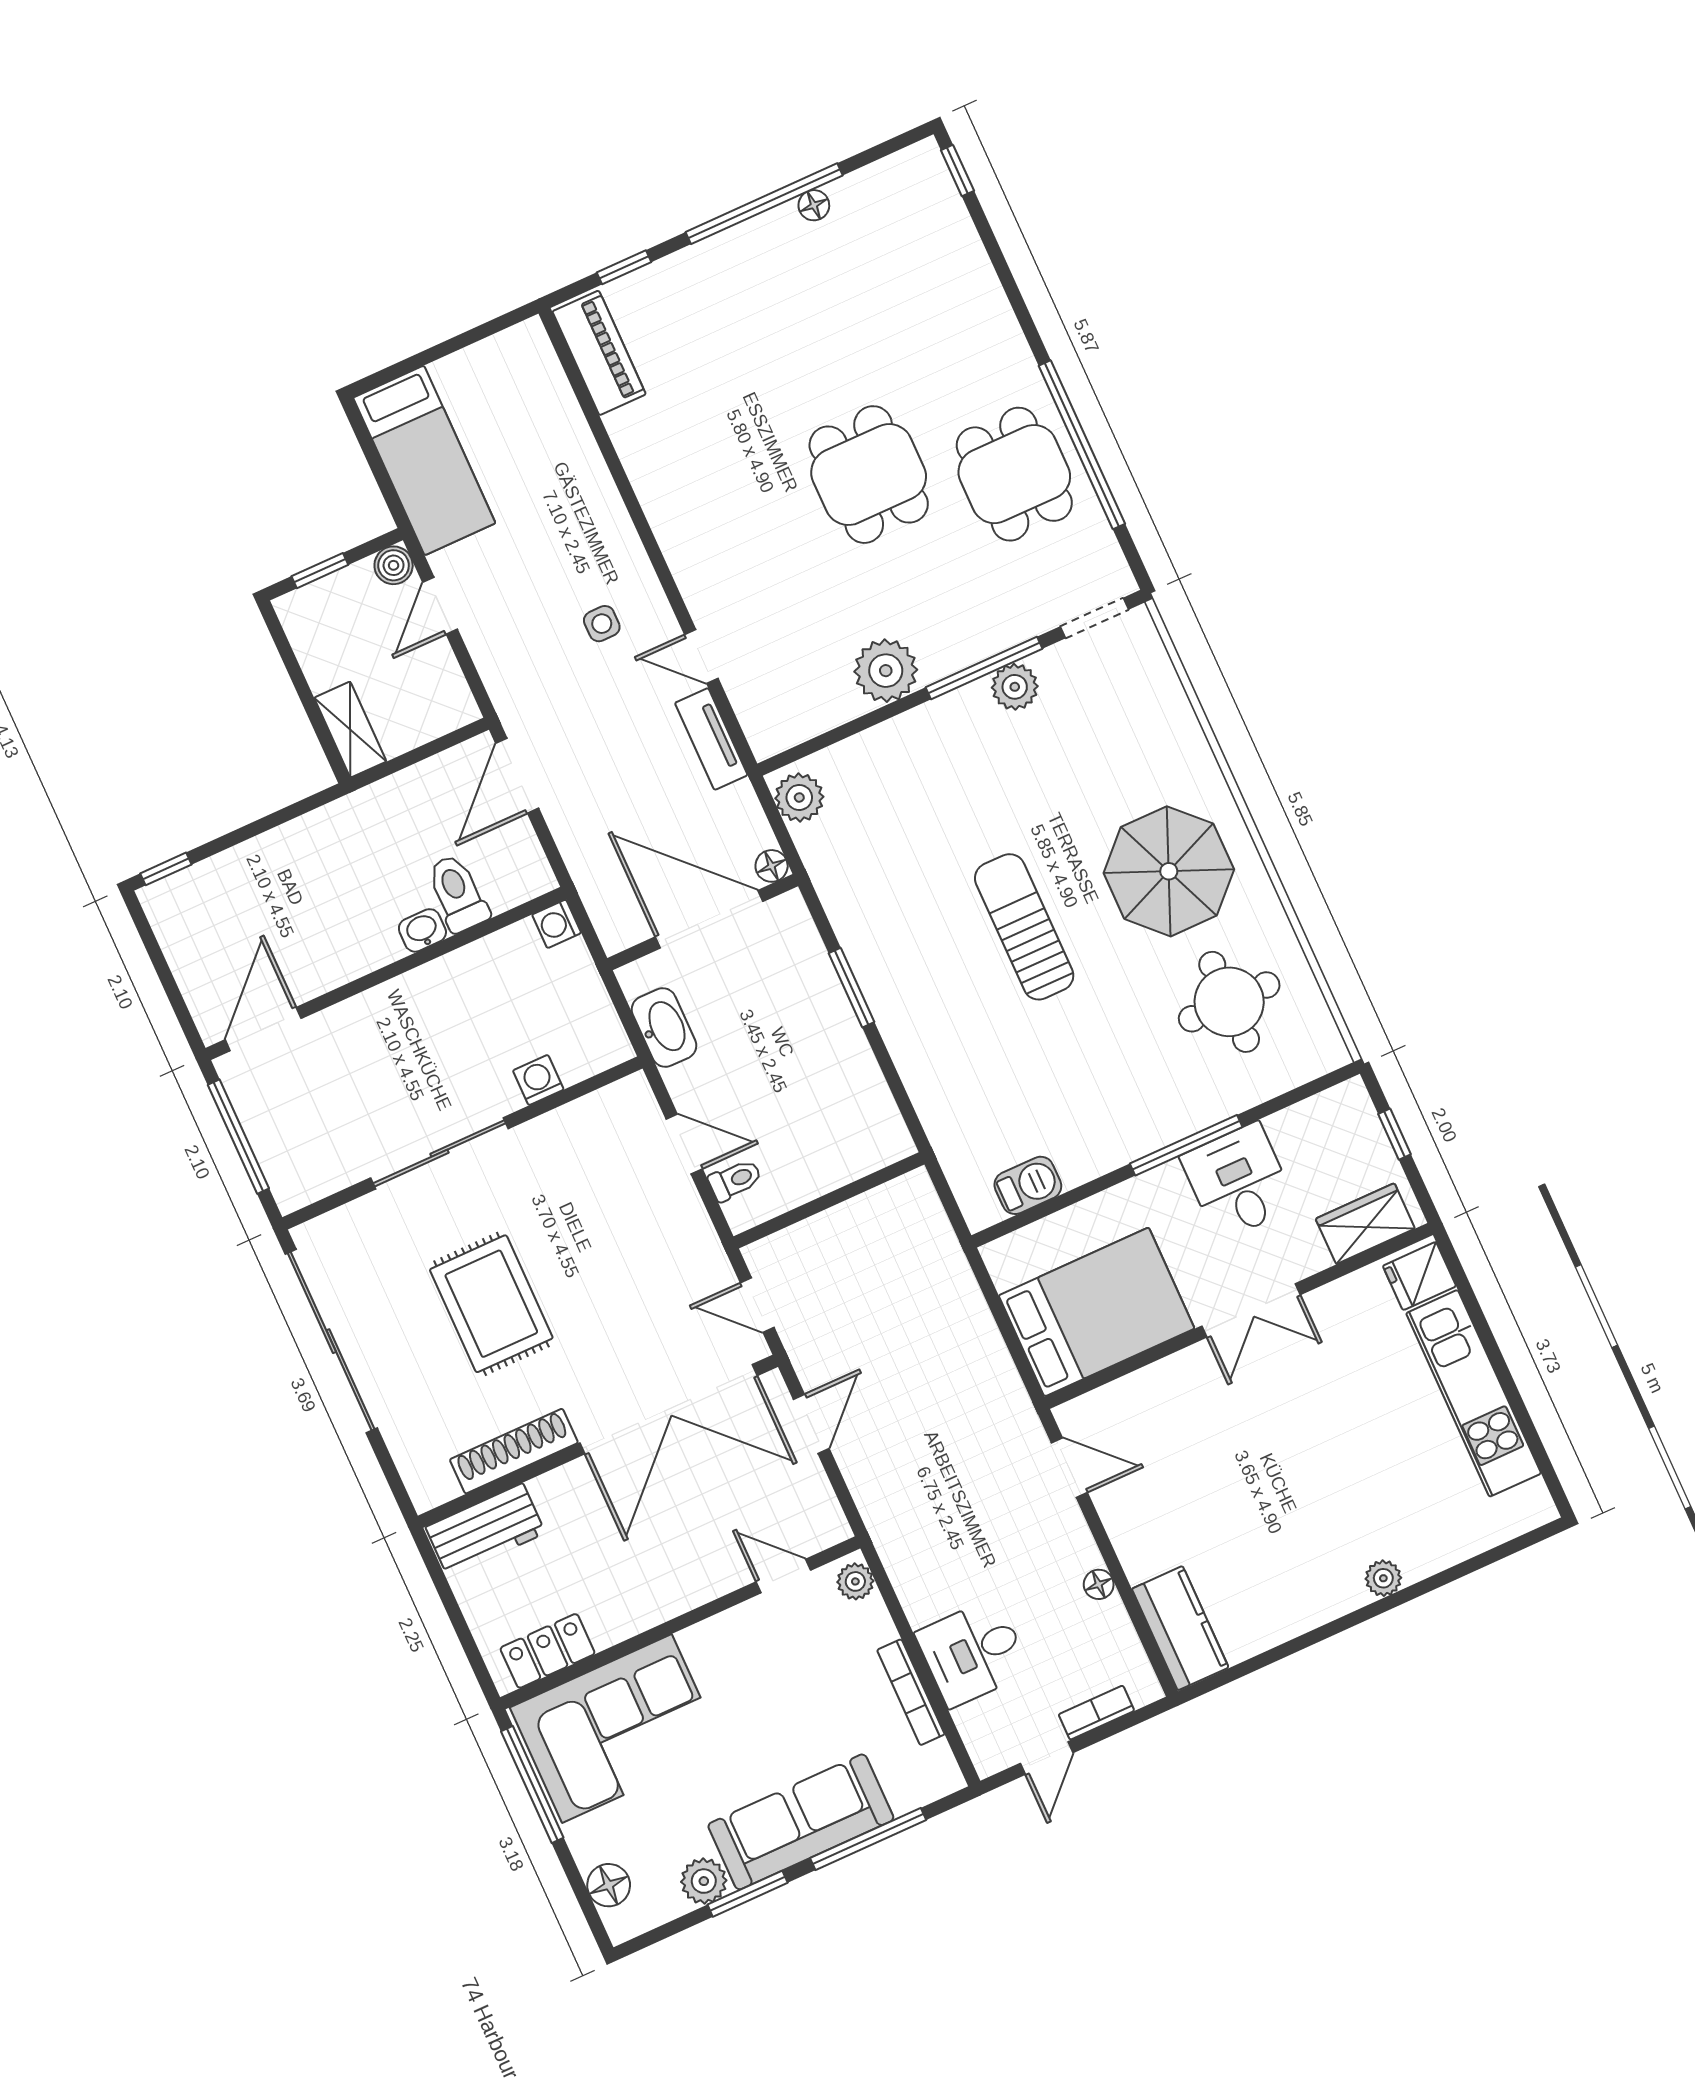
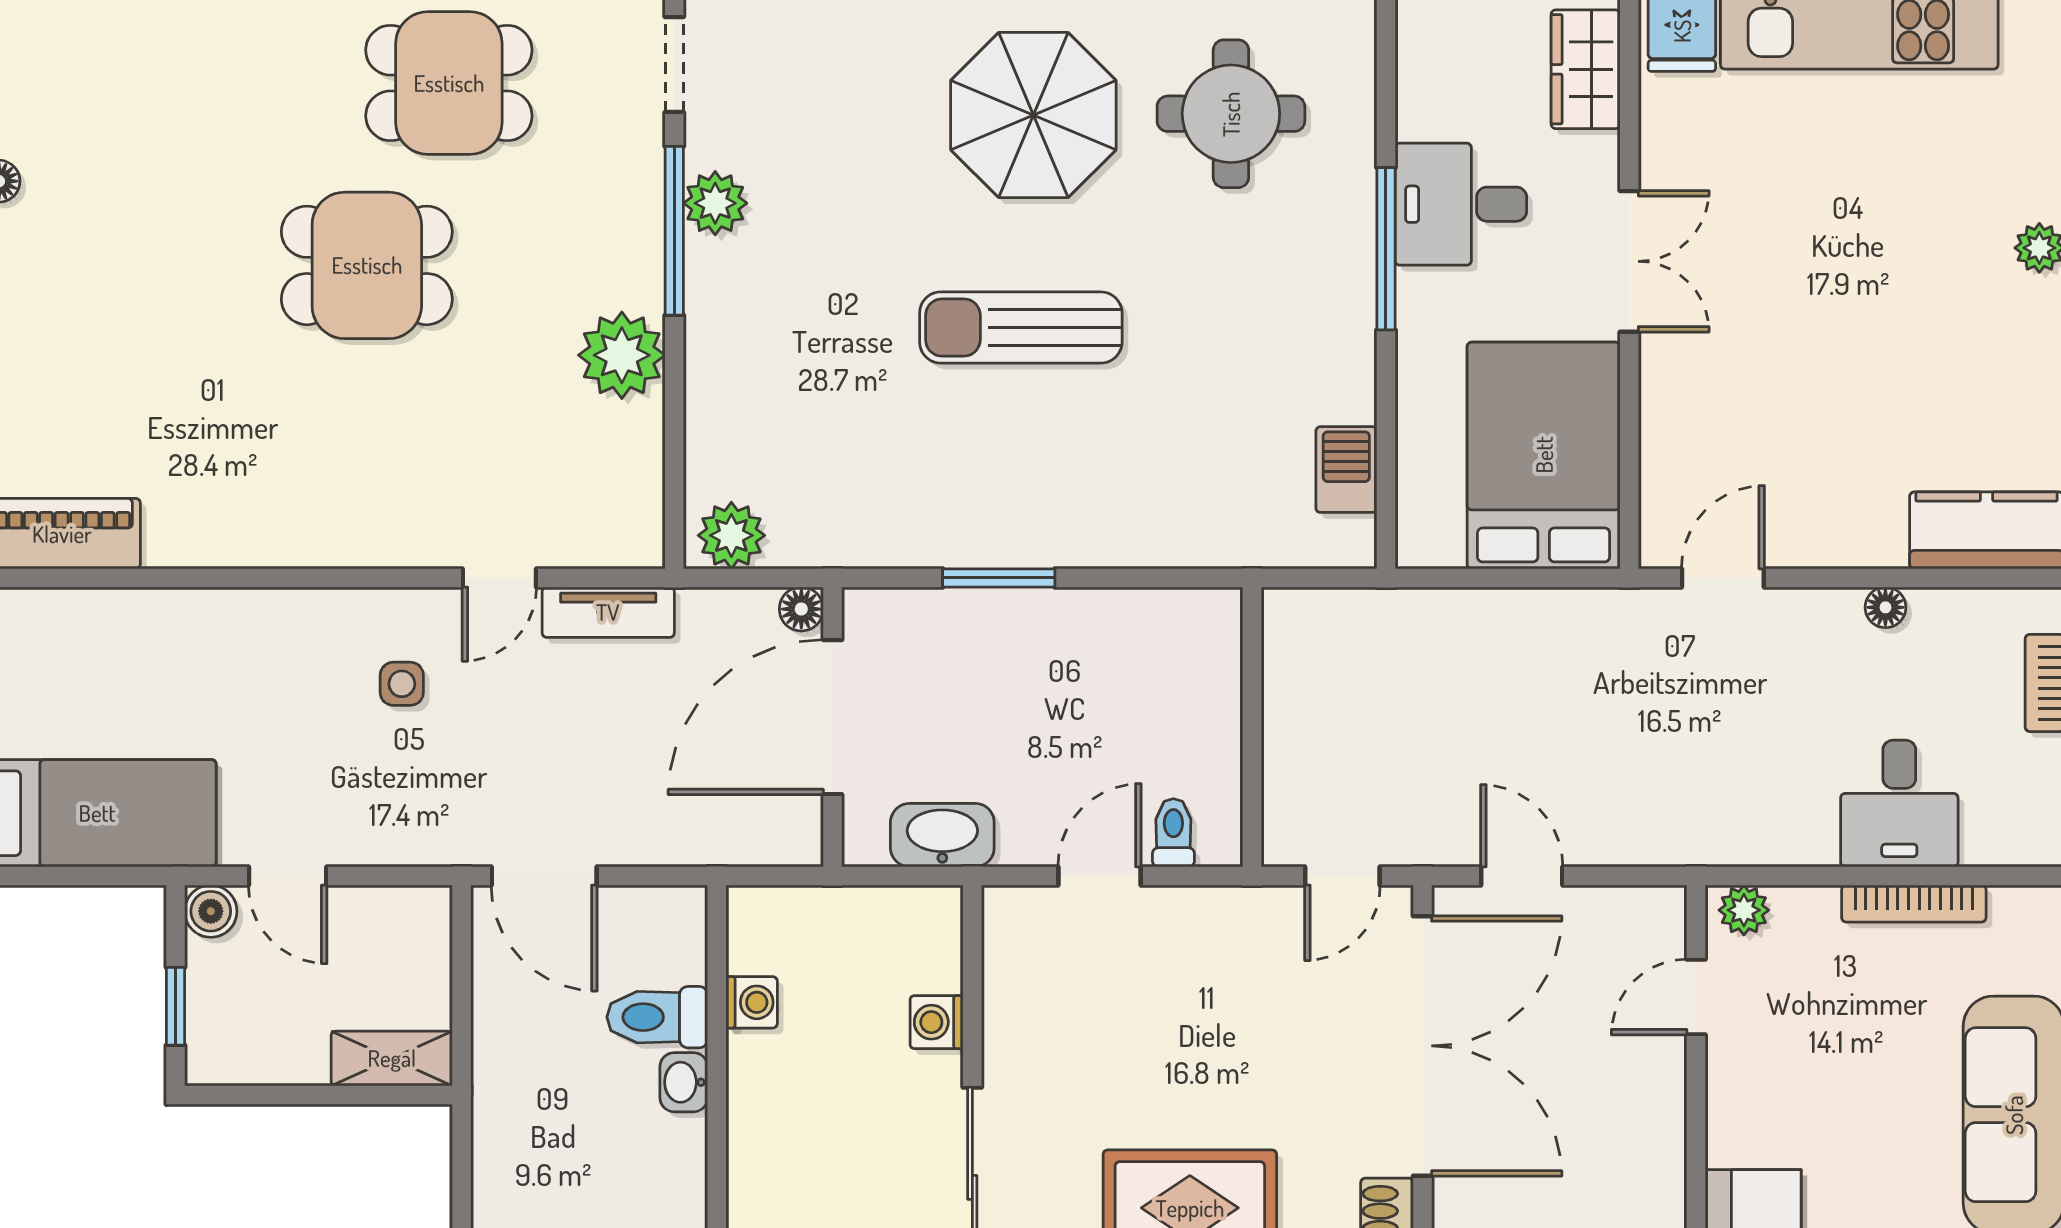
washing machine: (557, 924) -> (752, 1002), moved, turned -90

